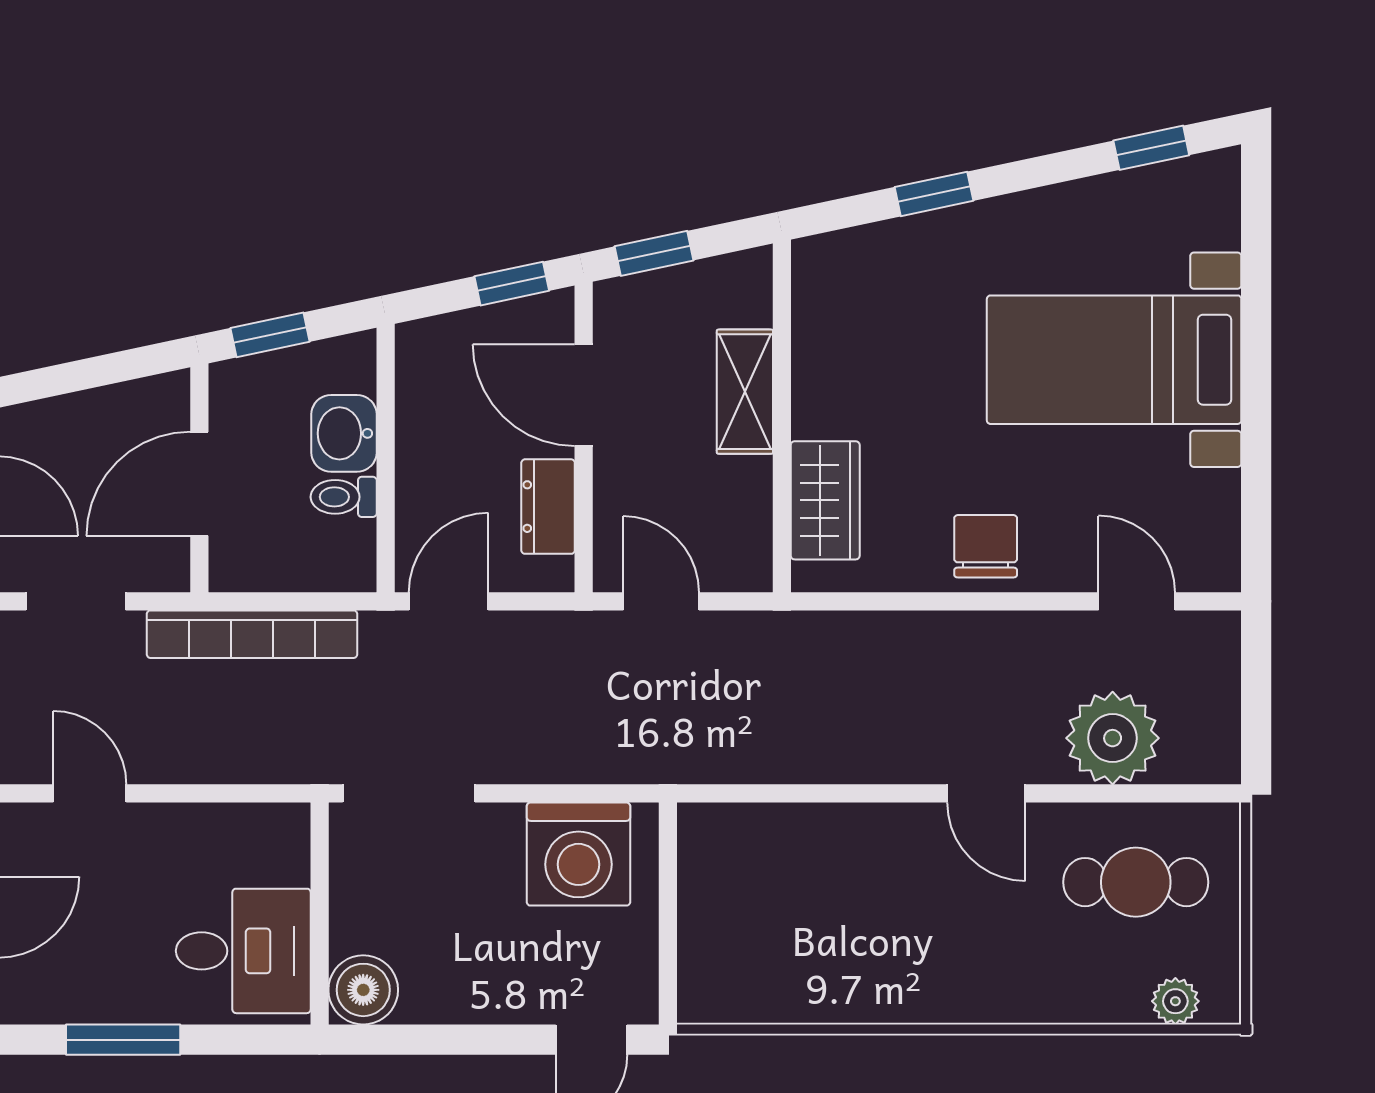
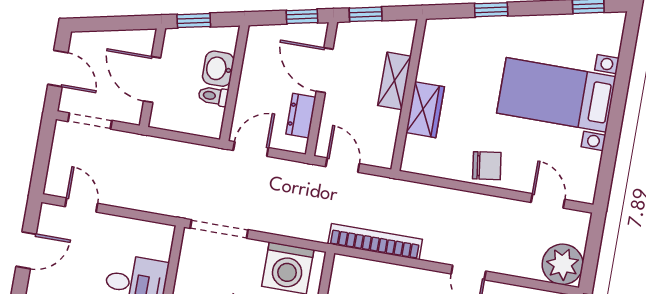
door: (199, 484) -> (152, 80), hinge flipped
wardrobe: (825, 500) -> (425, 110), moved
chair: (986, 546) -> (487, 166), turned 82
bookcase: (252, 634) -> (375, 242), moved, turned 180
plant: (1113, 738) -> (563, 264), moved

